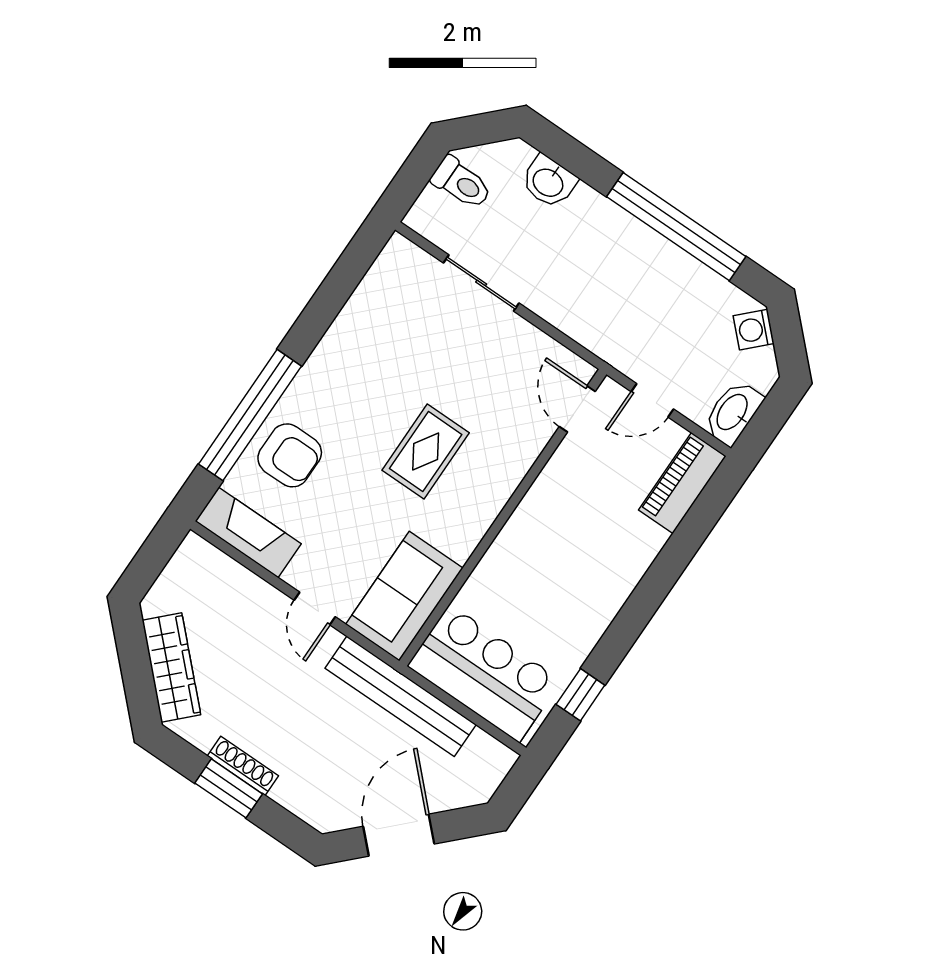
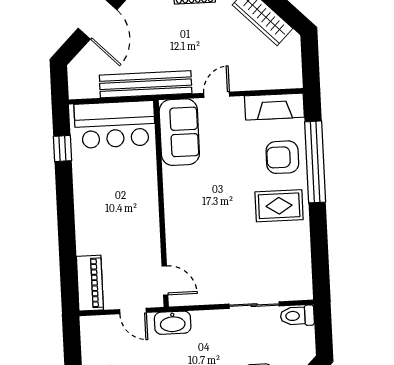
toilet: (461, 183) -> (297, 316), moved
door: (652, 400) -> (133, 311), swing flipped
washbasin: (733, 413) -> (173, 323), moved, turned 90
rug: (426, 452) -> (279, 206), moved, turned 90
door: (315, 609) -> (217, 95), hinge flipped

